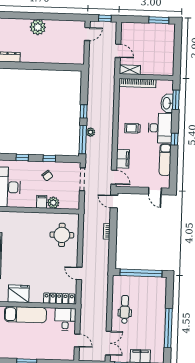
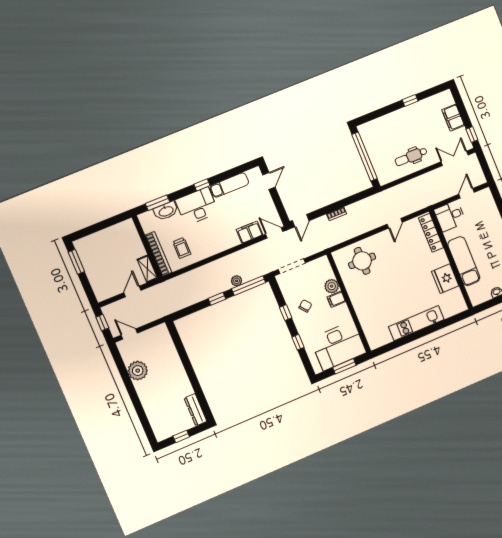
plant: (38, 27) -> (138, 371), moved
trolley: (132, 128) -> (182, 248), moved
door: (114, 177) -> (274, 233), hinge flipped
window: (168, 328) -> (410, 100), width x0.32

